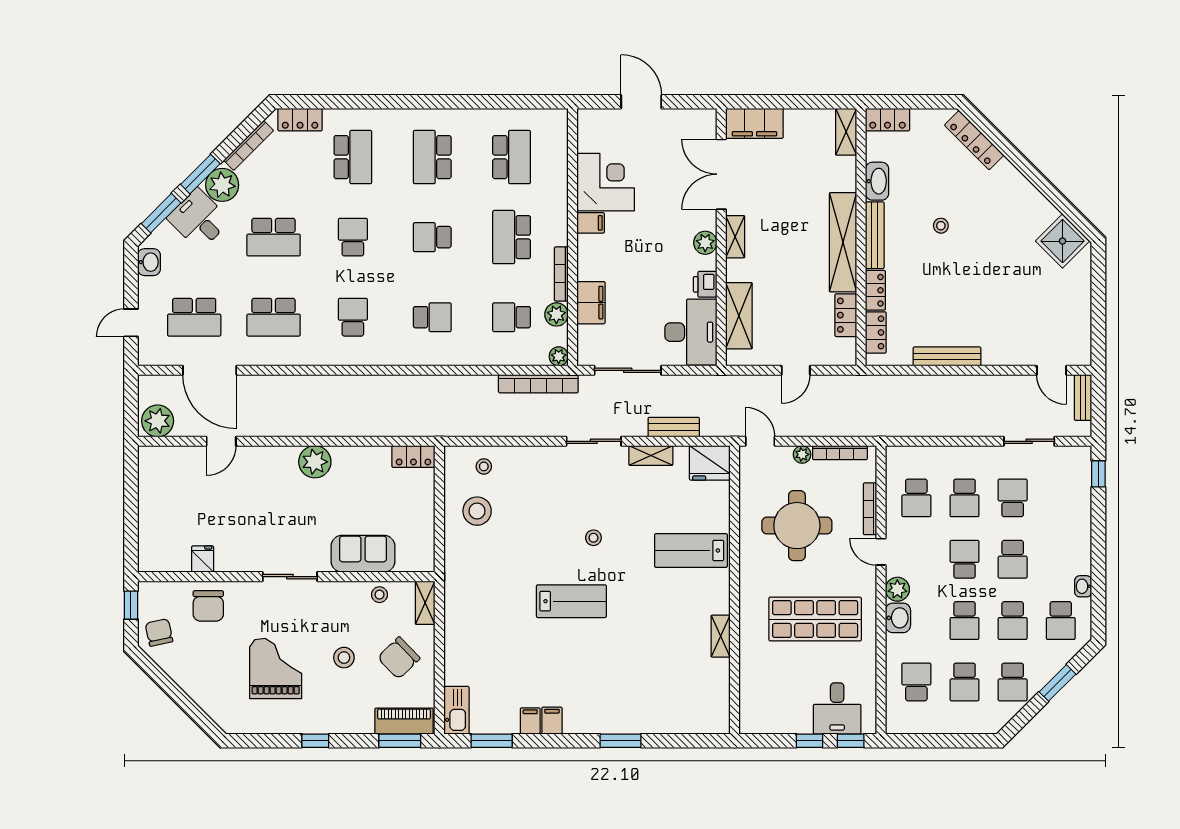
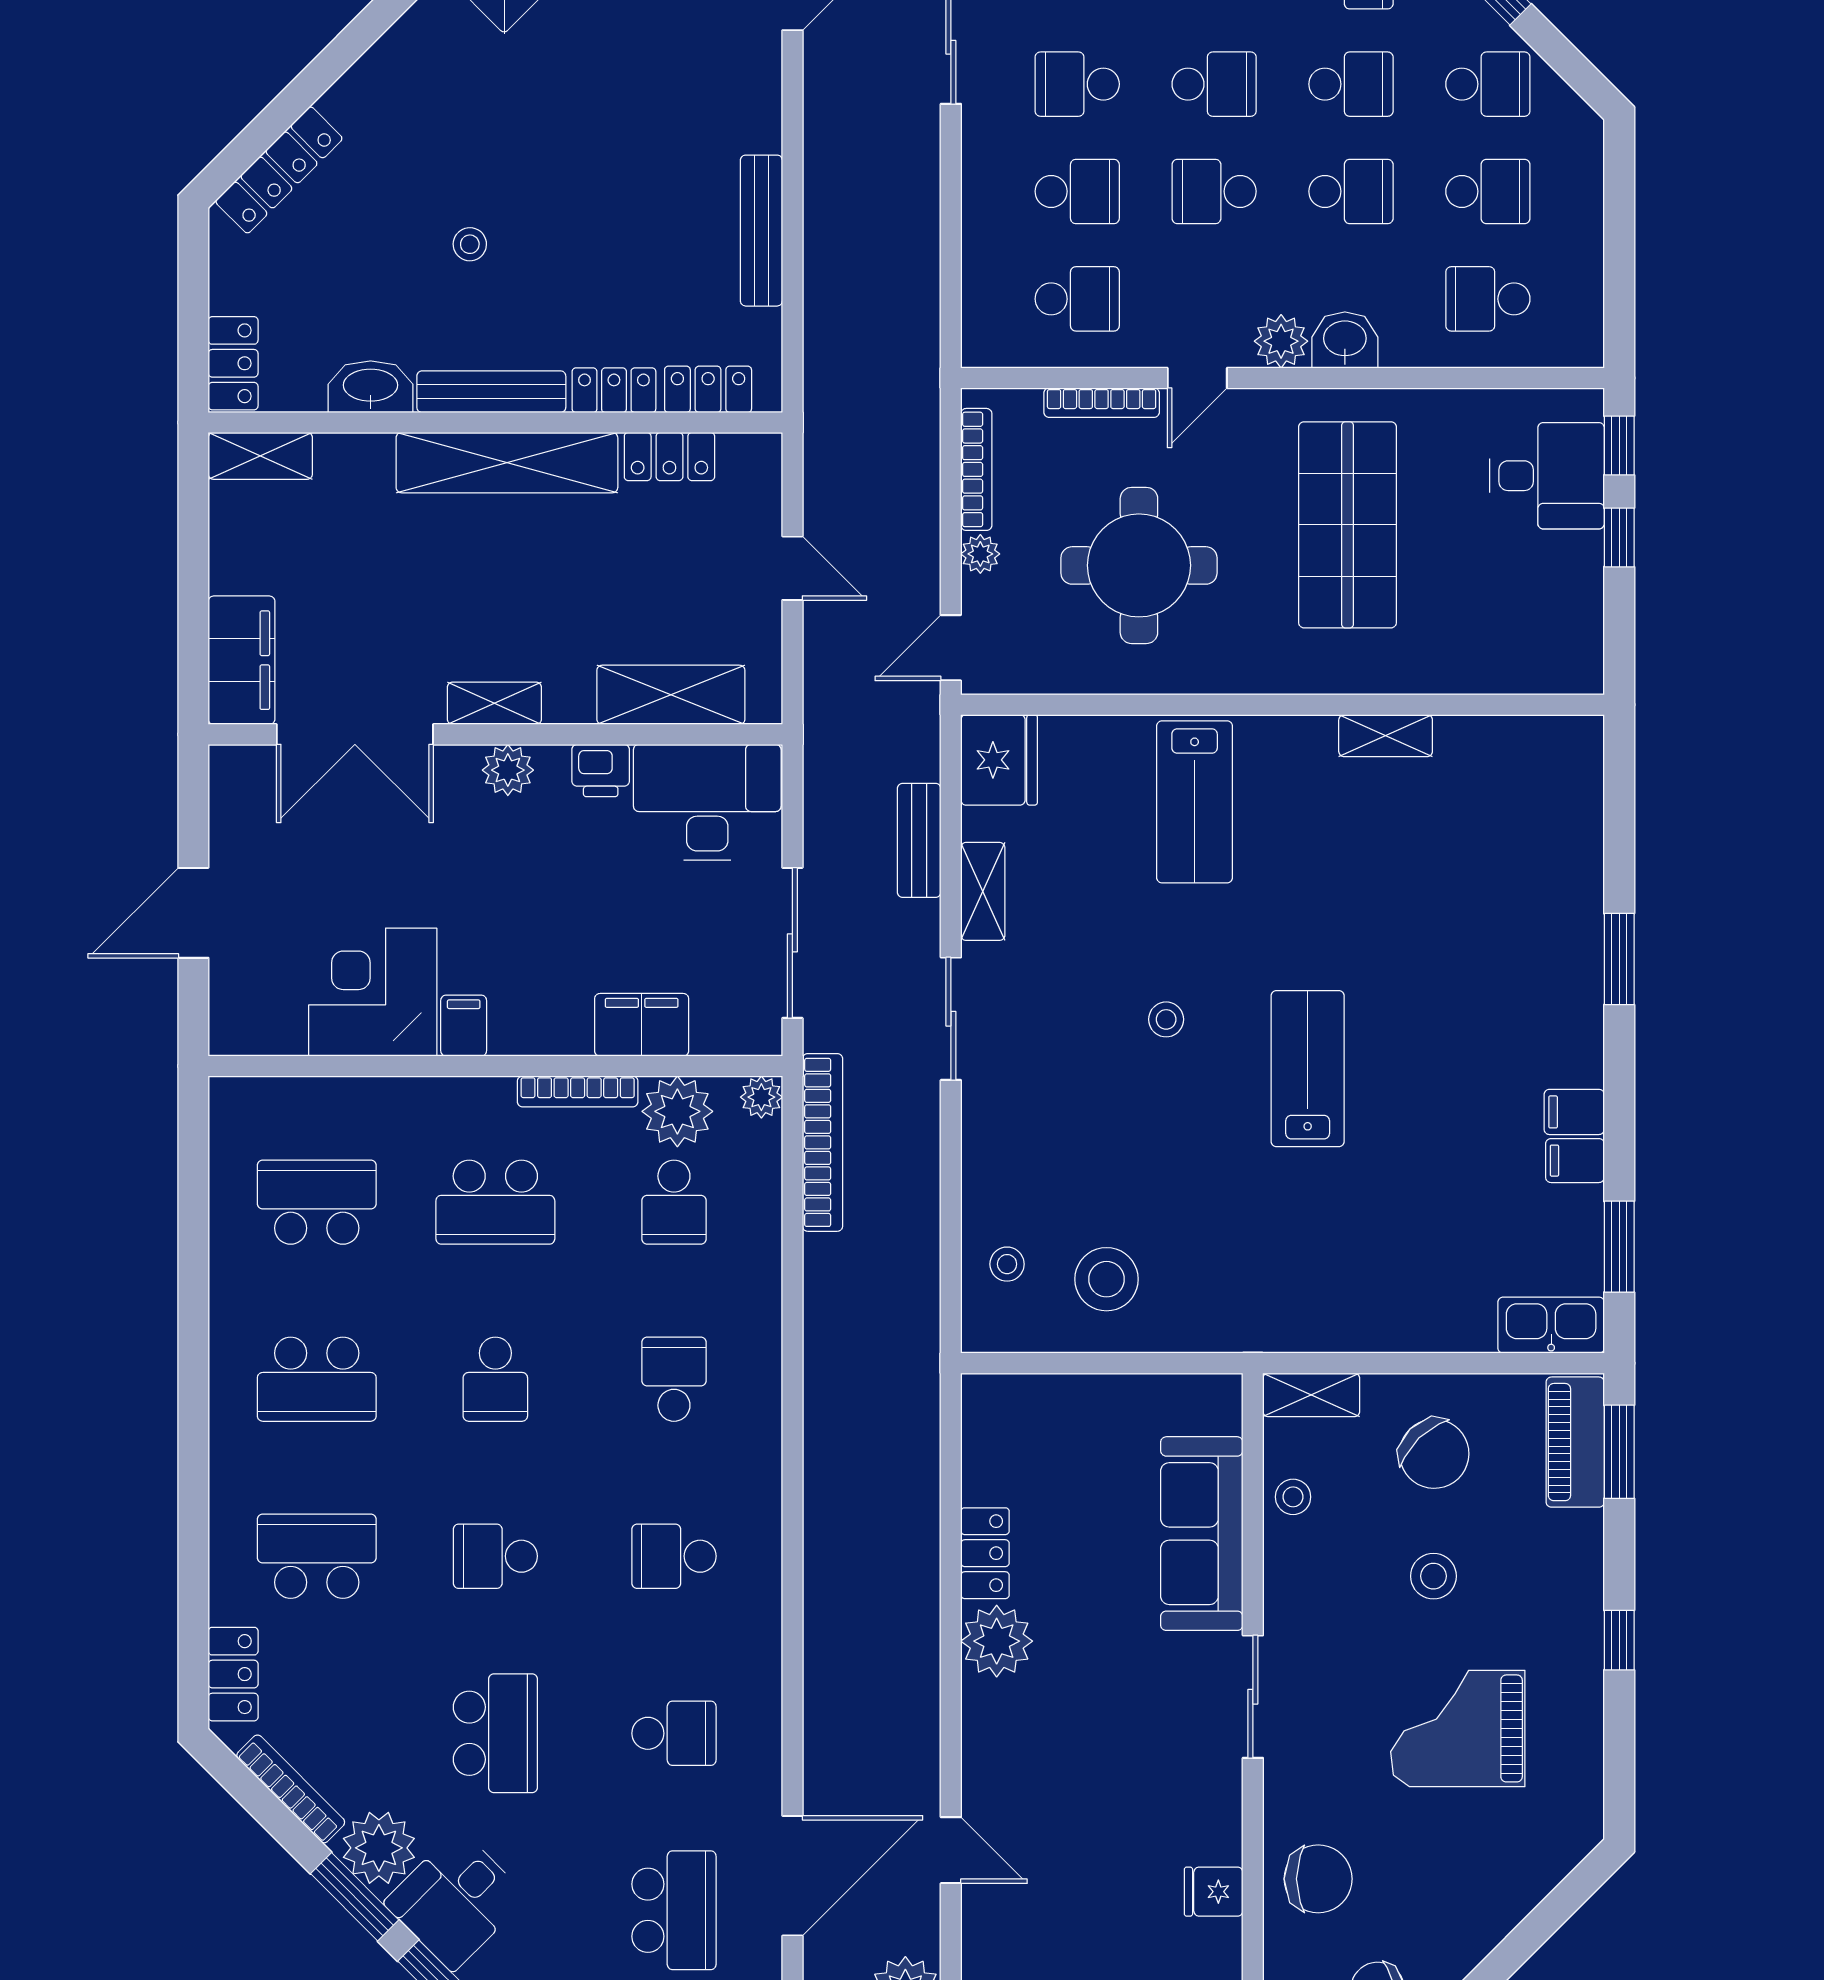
plant: (556, 314) -> (677, 1111), width x1.36, depth x1.36
school desk: (274, 317) -> (674, 1733), width x0.54
locker: (413, 457) -> (985, 1553), moved
sofa: (363, 554) -> (1202, 1534), width x1.36

